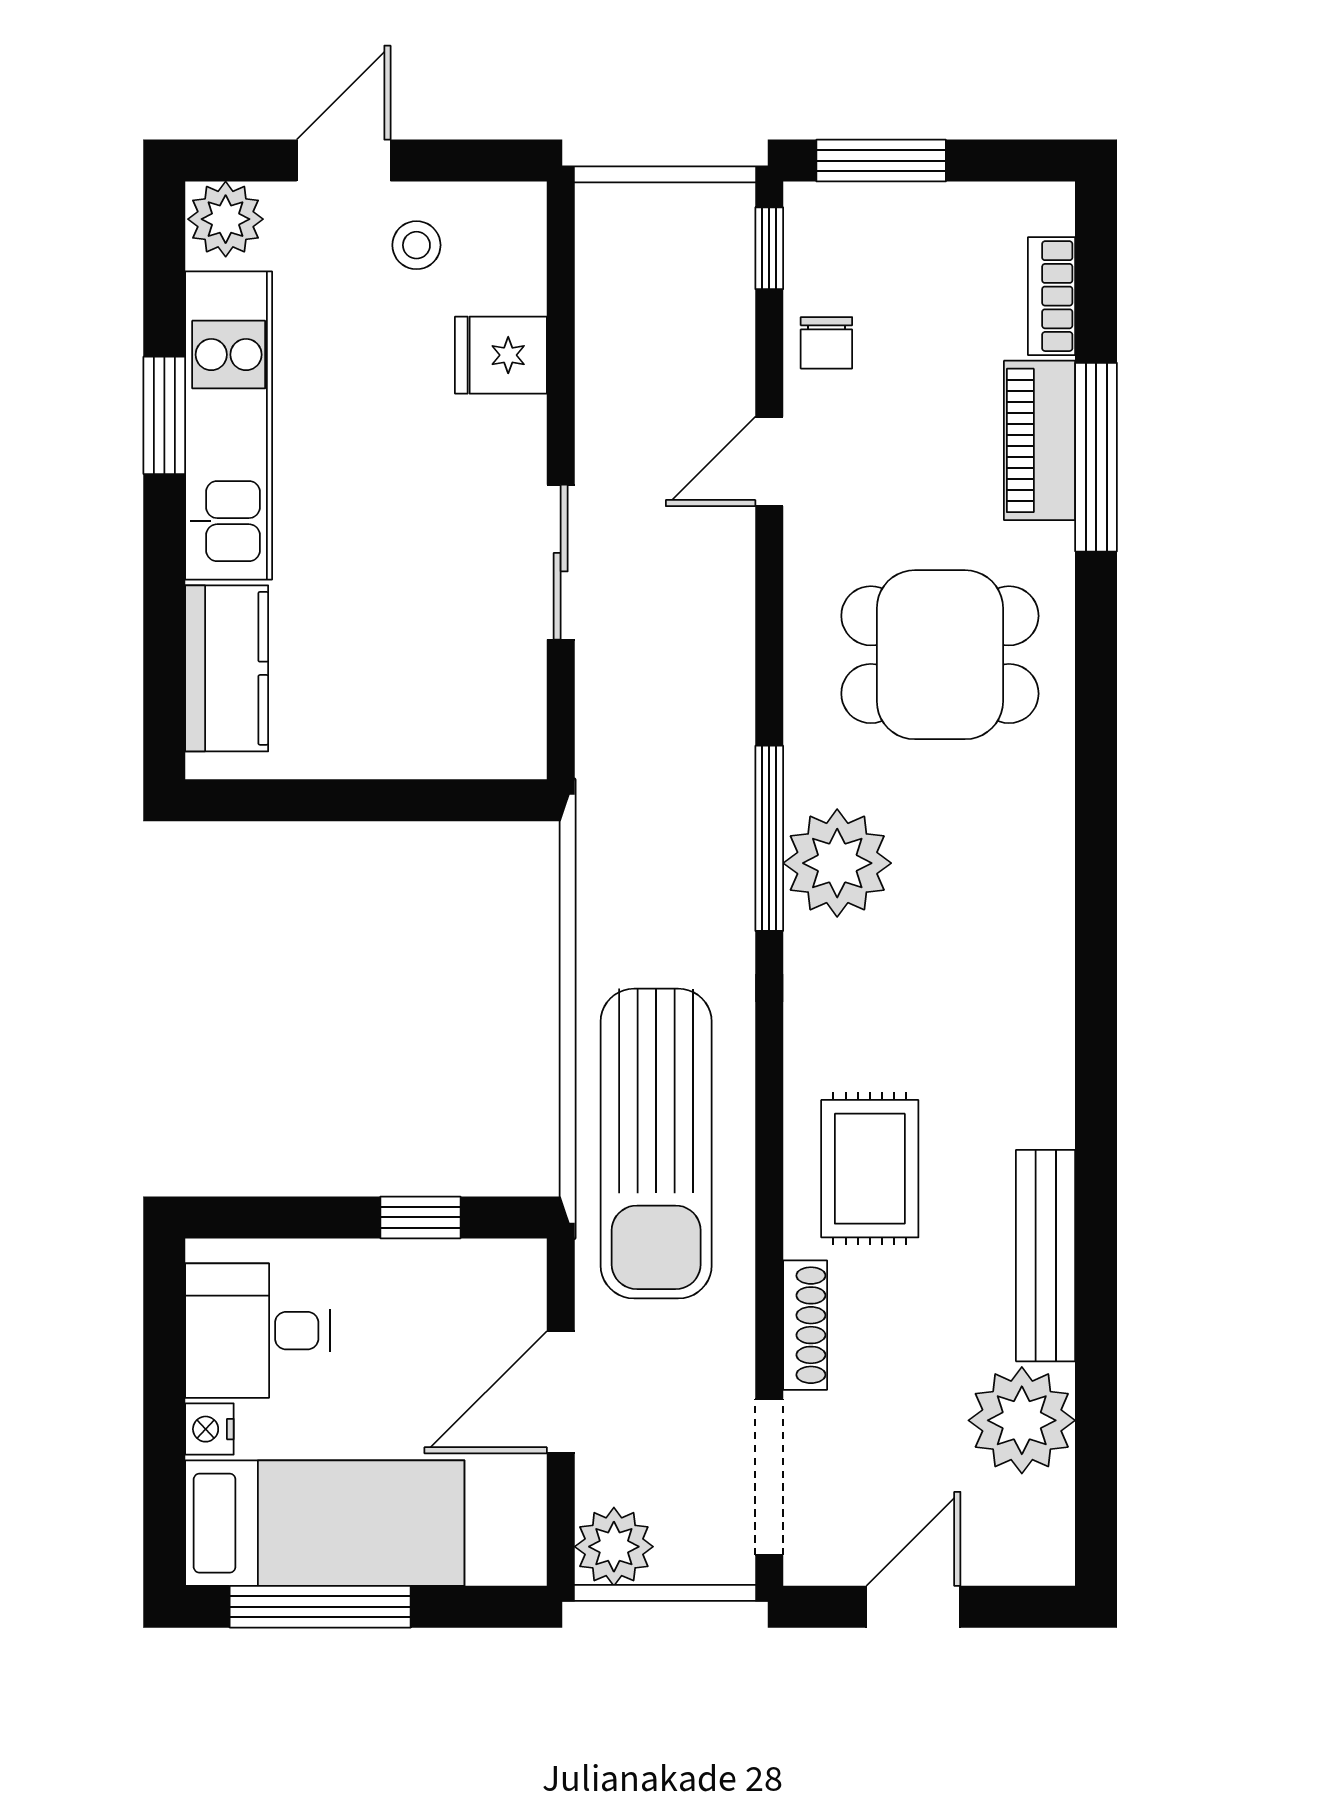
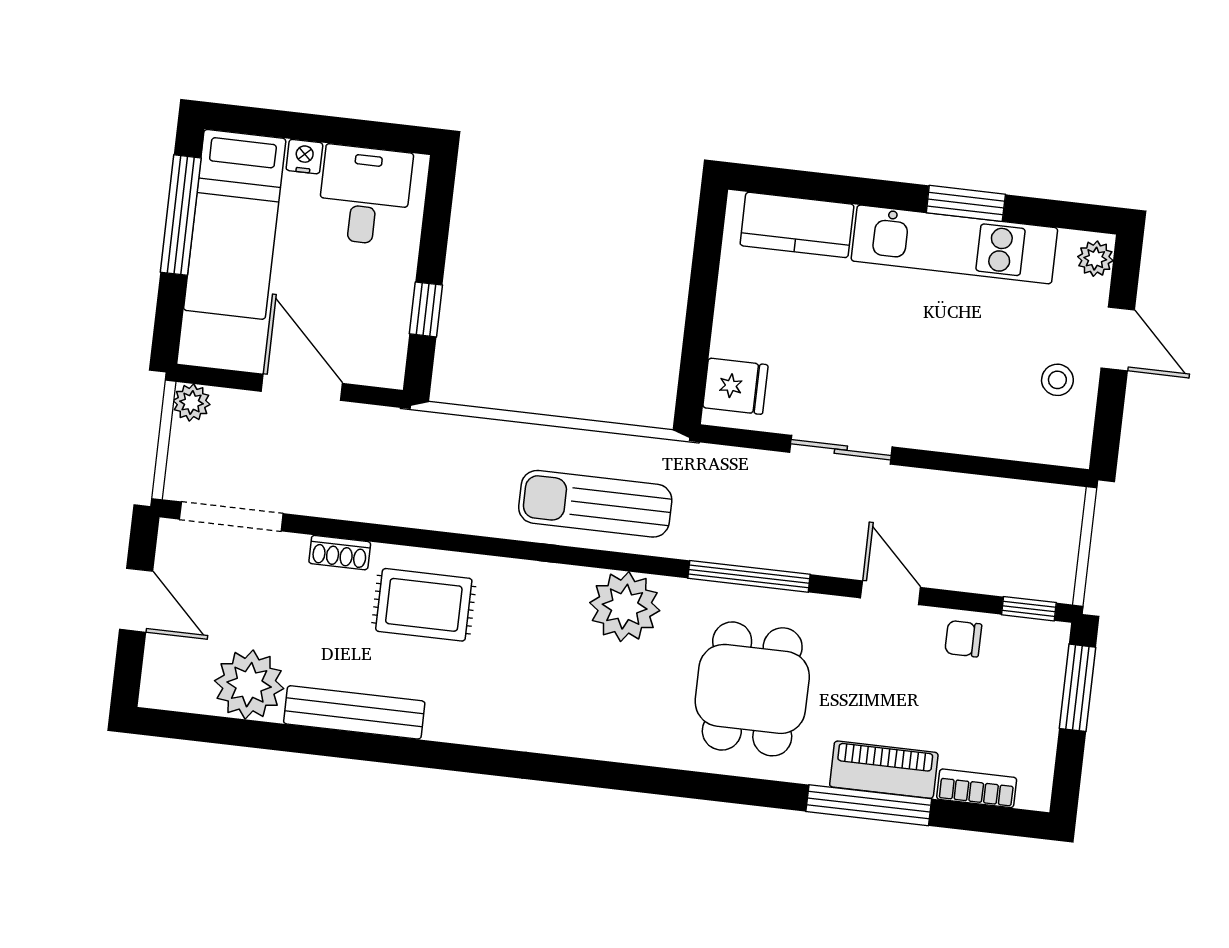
plant: (226, 219) -> (1095, 259), width x0.73, depth x0.73
fridge: (501, 355) -> (735, 386), moved, turned 90
window: (769, 838) -> (749, 576), moved
sun lounger: (656, 1144) -> (595, 504), moved, width x0.73, depth x0.75
shoe rack: (805, 1325) -> (340, 553), width x0.70
plant: (614, 1547) -> (192, 403), width x0.73, depth x0.73

